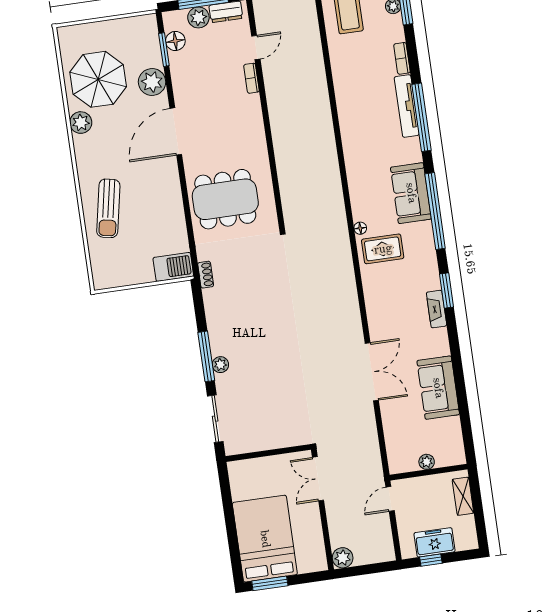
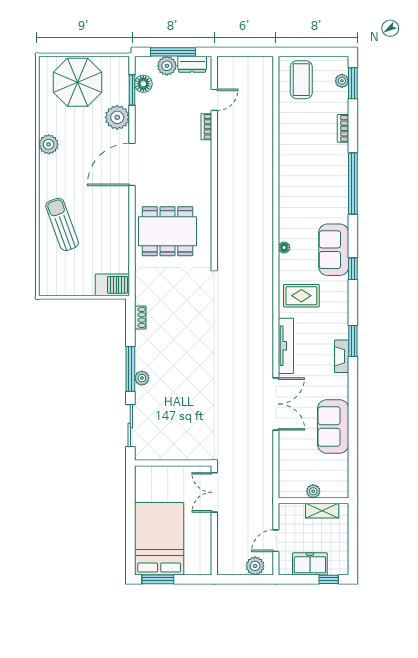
parasol: (98, 79) -> (77, 82), moved
tv unit: (407, 106) -> (286, 346), moved, turned 180
sun lounger: (108, 208) -> (62, 224), turned 149
window: (435, 211) -> (353, 269), width x0.32
floor lamp: (360, 228) -> (284, 248), moved
shoe rack: (206, 275) -> (140, 317), moved
shelving: (463, 496) -> (322, 511), moved, turned 90
door: (390, 499) -> (276, 541), moved
plant: (343, 558) -> (255, 566), moved
window: (431, 560) -> (329, 579), moved

